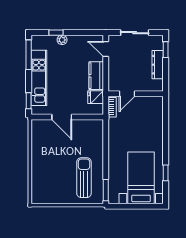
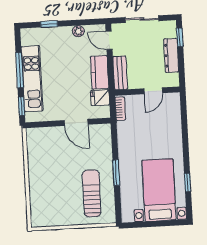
plant: (62, 40) -> (78, 31), moved
window: (29, 55) -> (20, 70), moved
bench: (114, 77) -> (120, 73), added
door: (127, 94) -> (153, 91), moved
door: (62, 117) -> (76, 122), moved
window: (106, 190) -> (116, 173), moved

